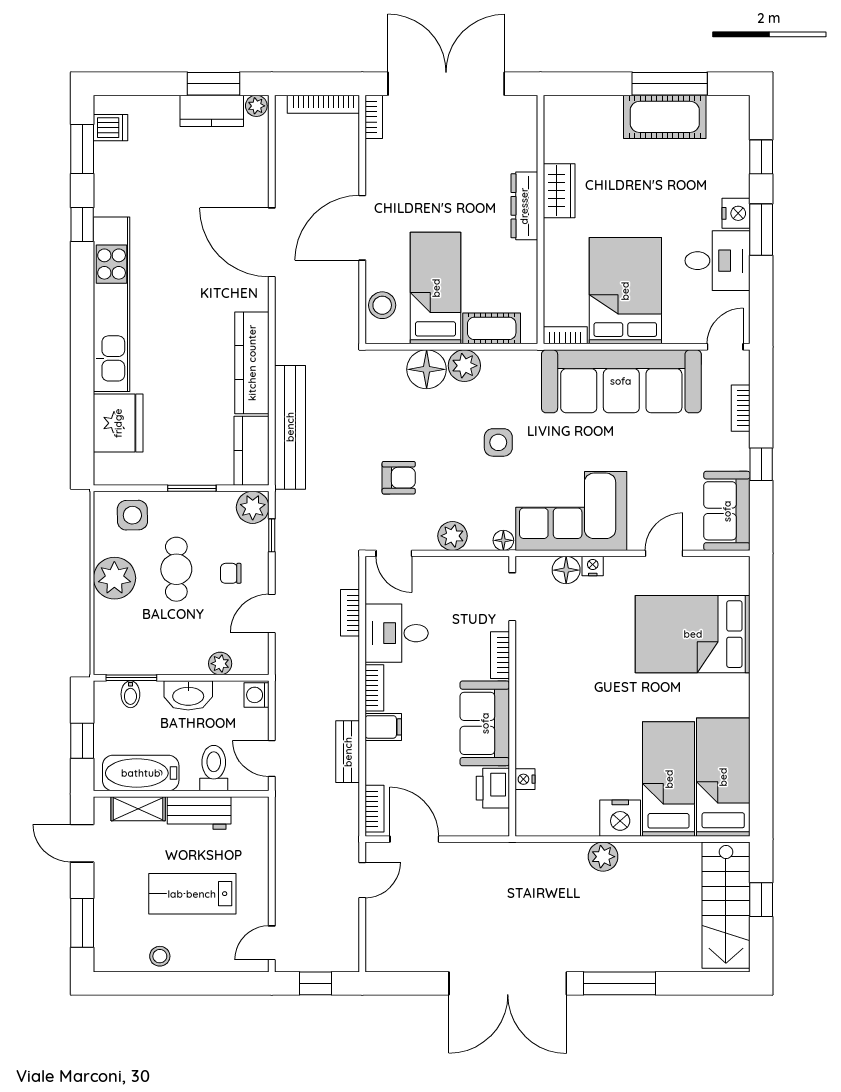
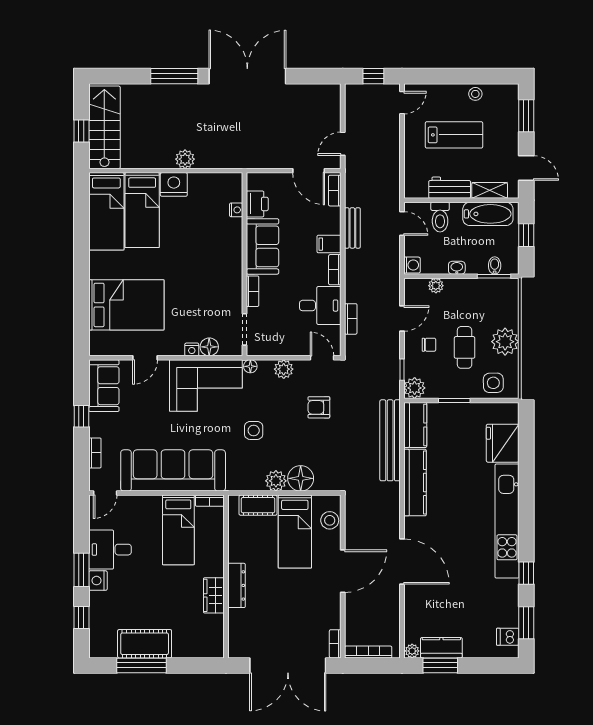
bed: (625, 291) -> (178, 530), width x0.67
washbasin: (188, 695) -> (457, 268), width x0.52, depth x0.69

